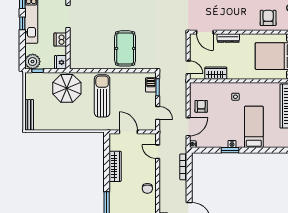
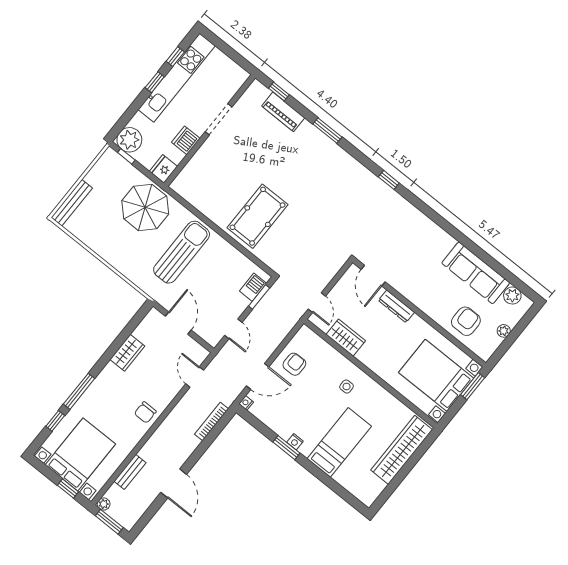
wardrobe: (115, 166) -> (127, 353), width x0.67

